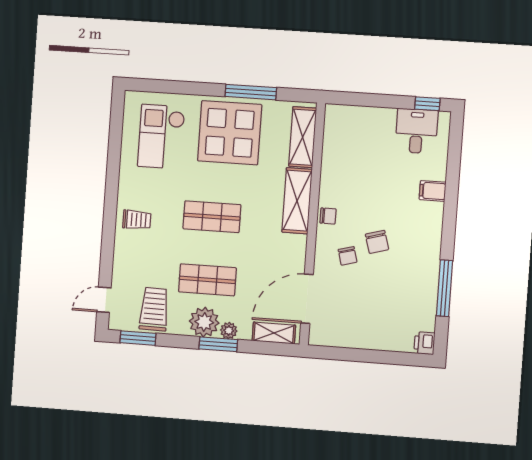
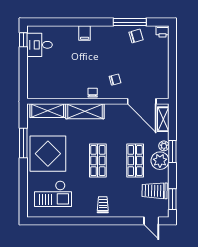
filing cabinet: (433, 191) -> (85, 33), moved
chair: (377, 242) -> (136, 36), moved

